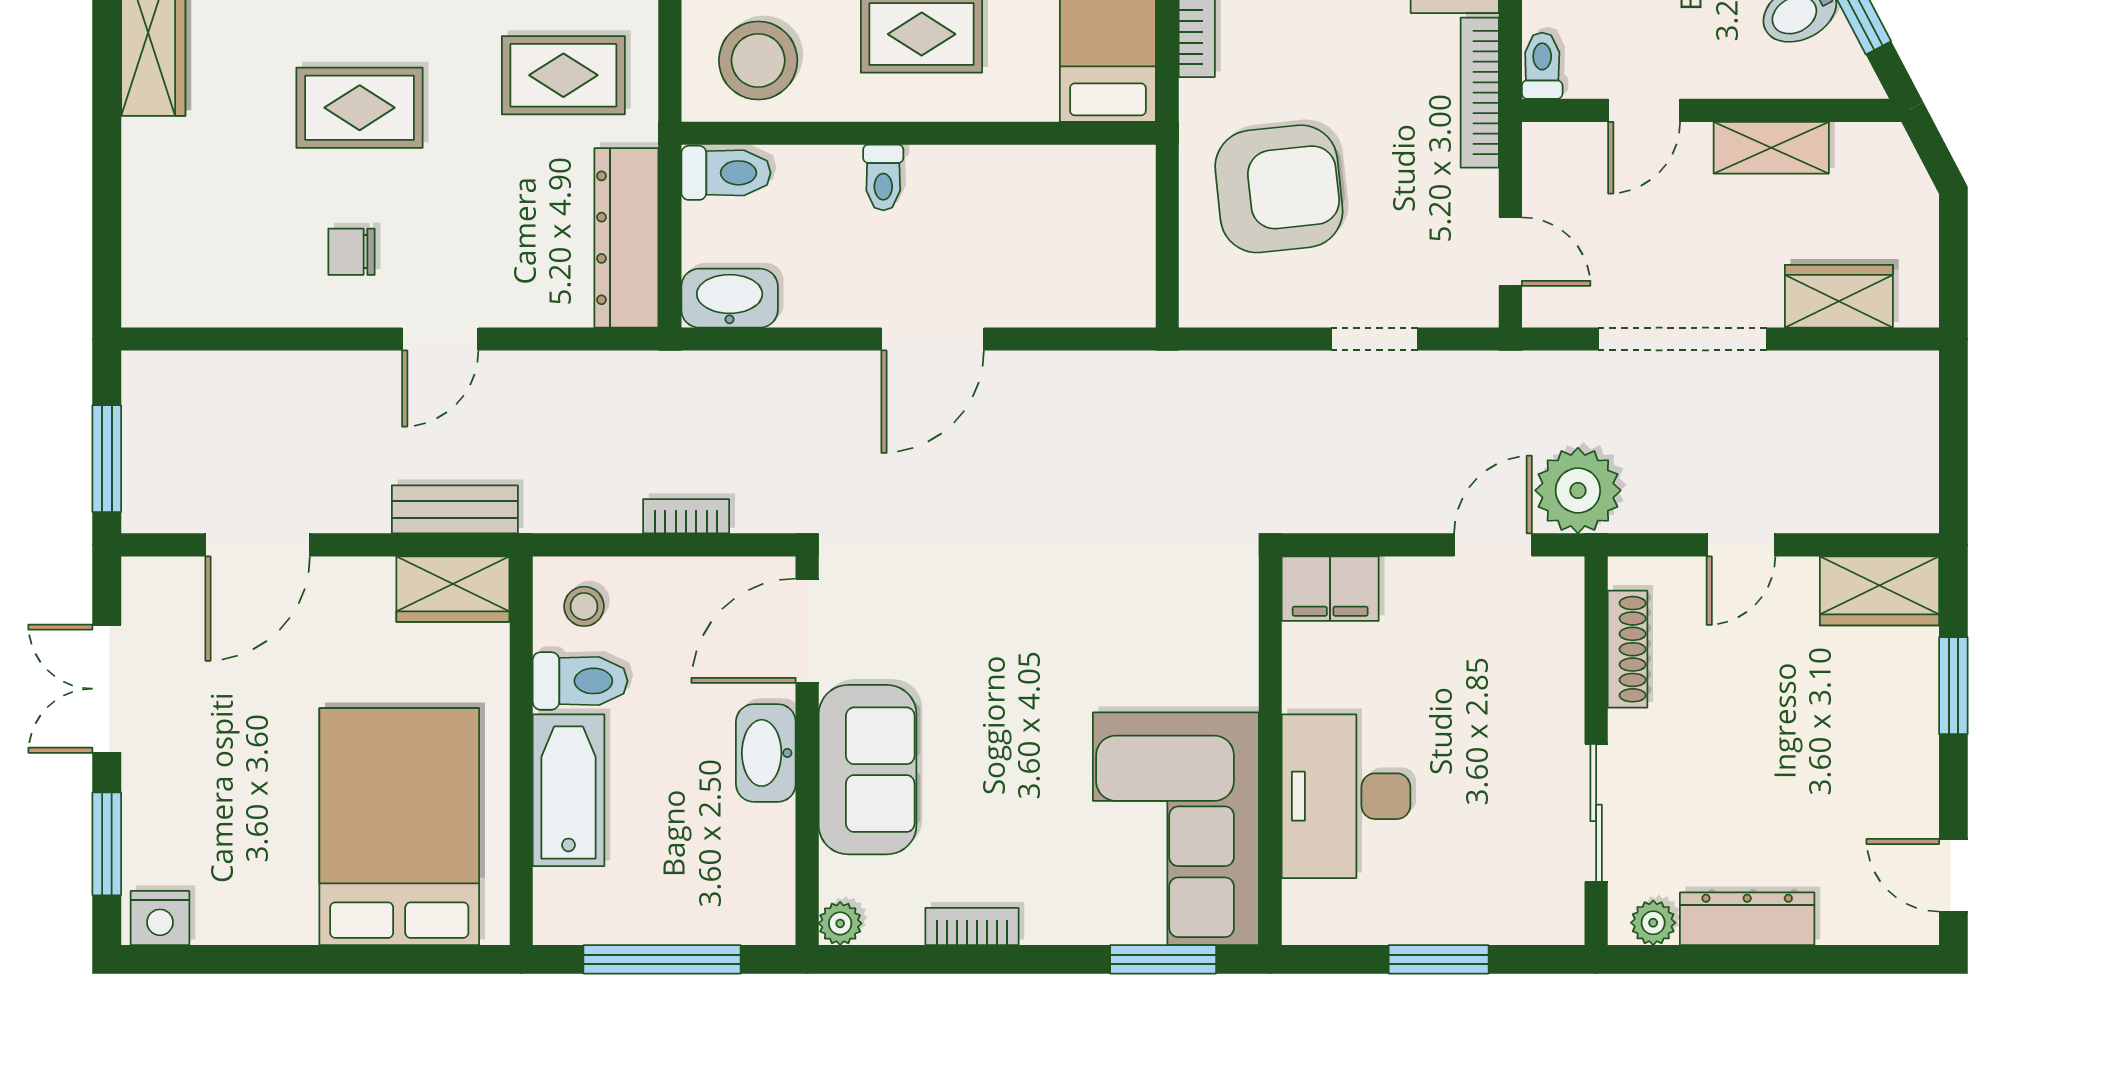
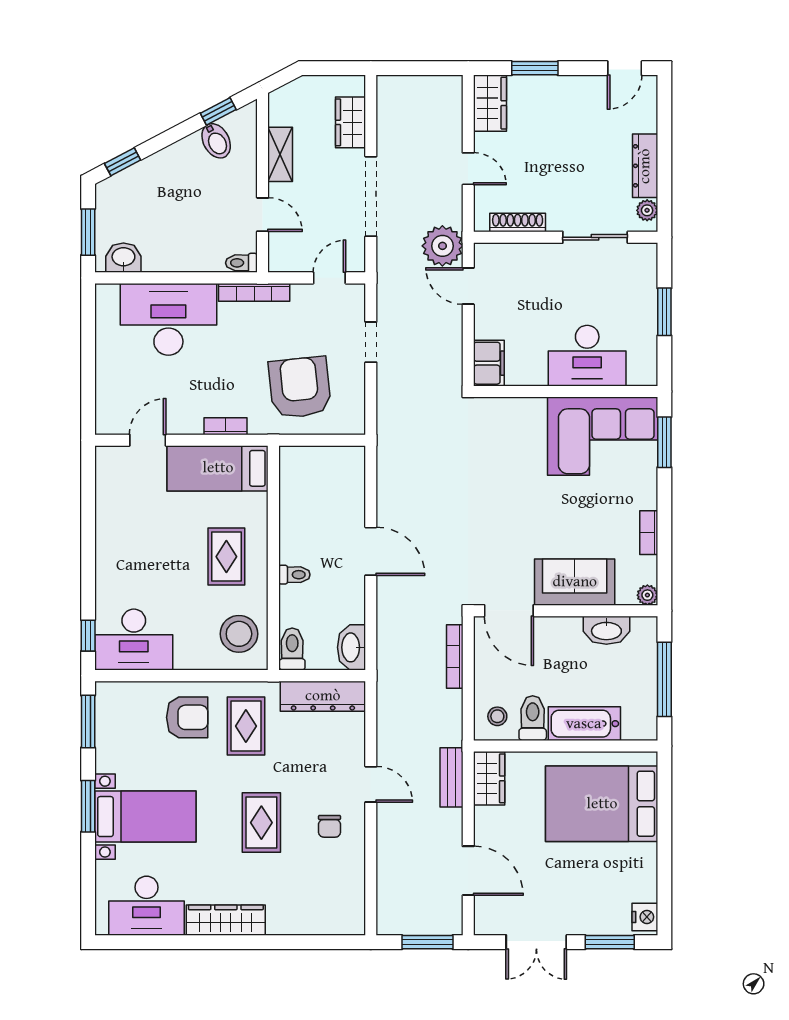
bookcase: (686, 516) -> (455, 657), width x1.56
washbasin: (766, 753) -> (606, 630), moved

